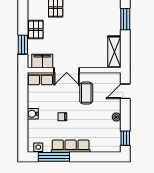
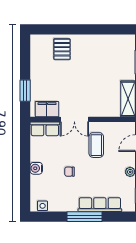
pallet: (36, 30) -> (40, 74), removed
row of seats: (71, 146) -> (100, 205), moved
window: (54, 157) -> (85, 217), moved

